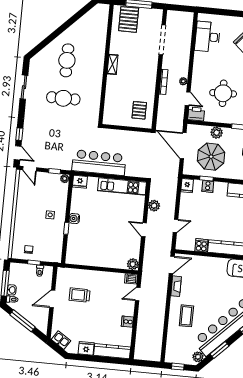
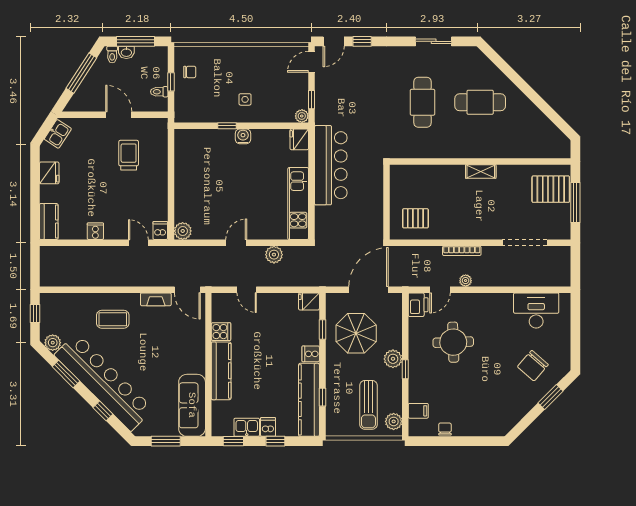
plant: (217, 133) -> (393, 359), moved
cooker: (208, 186) -> (311, 354), moved
kitchen counter: (112, 351) -> (49, 222), width x0.67

